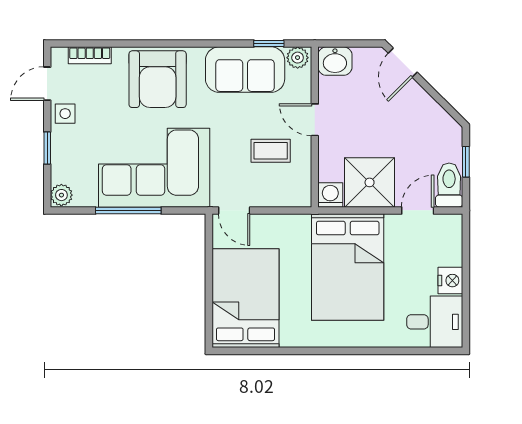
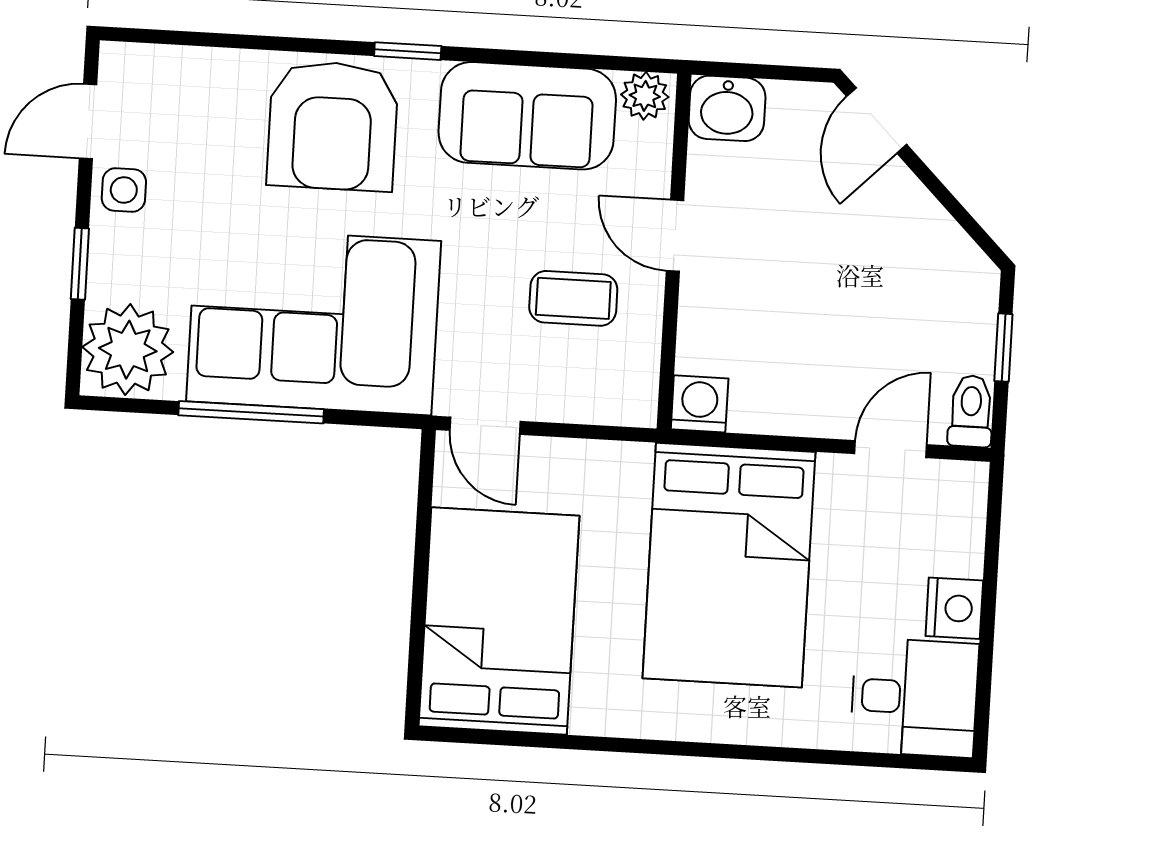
window: (269, 44) -> (408, 51), moved
bookcase: (90, 55) -> (186, 64), removed
shower: (370, 182) -> (788, 381), removed
toilet: (449, 185) -> (971, 411), width x0.73, depth x0.72
plant: (61, 195) -> (128, 350), width x1.87, depth x1.87

